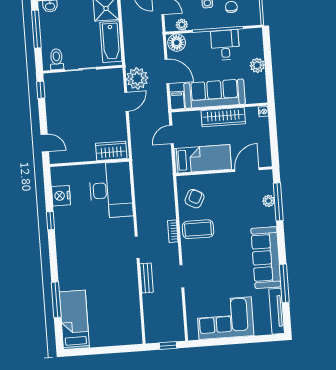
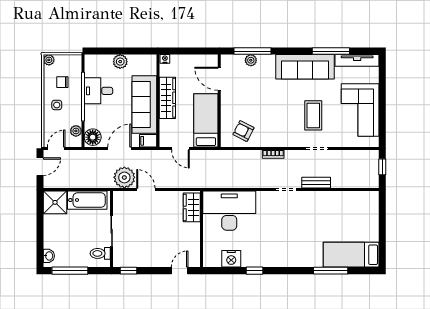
coffee table: (198, 229) -> (313, 115), moved

